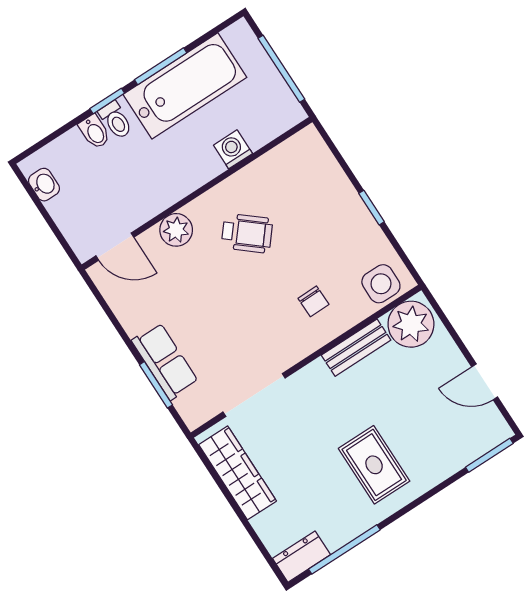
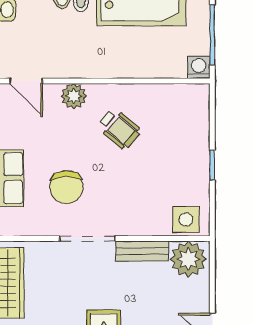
washing machine: (233, 149) -> (199, 67), moved
chair: (313, 301) -> (66, 187), moved, width x1.87, depth x1.87
doorway: (254, 395) -> (87, 239), moved

